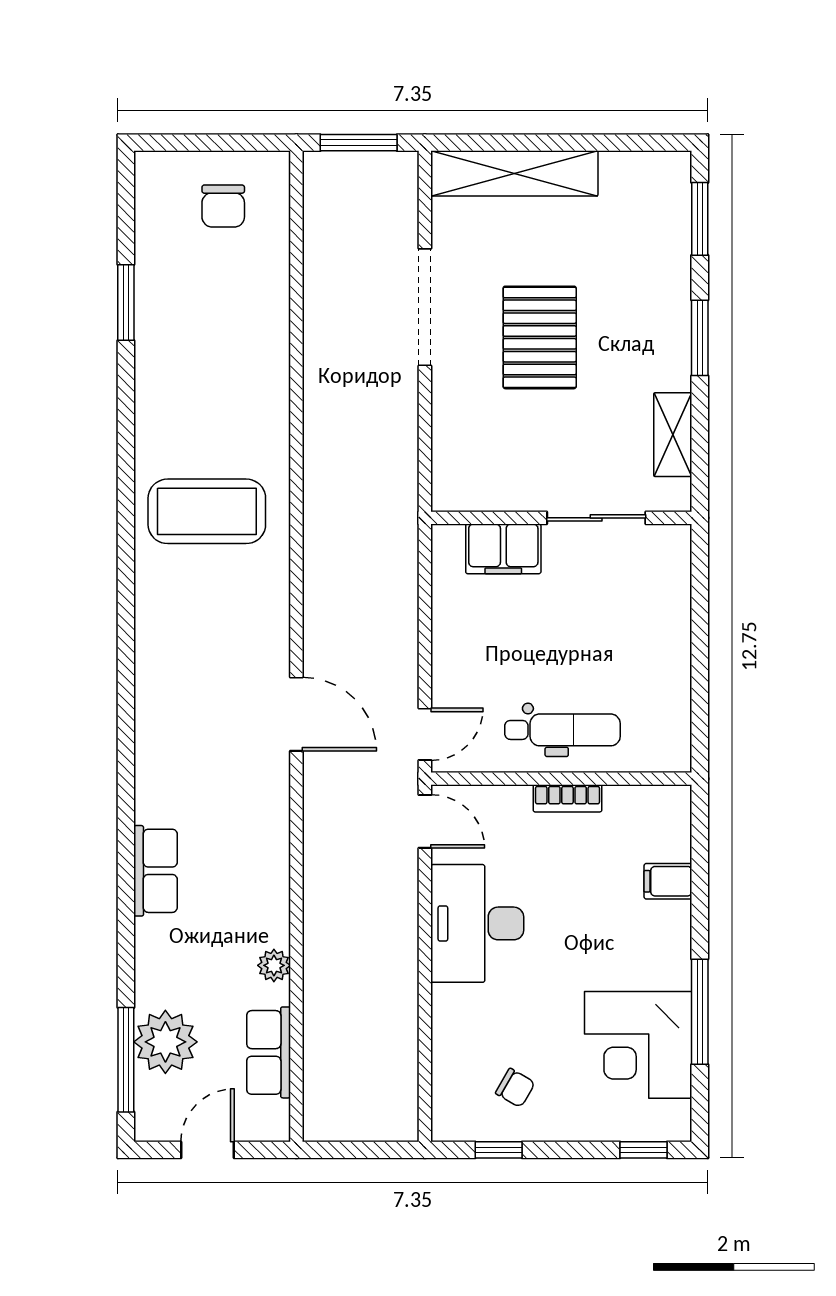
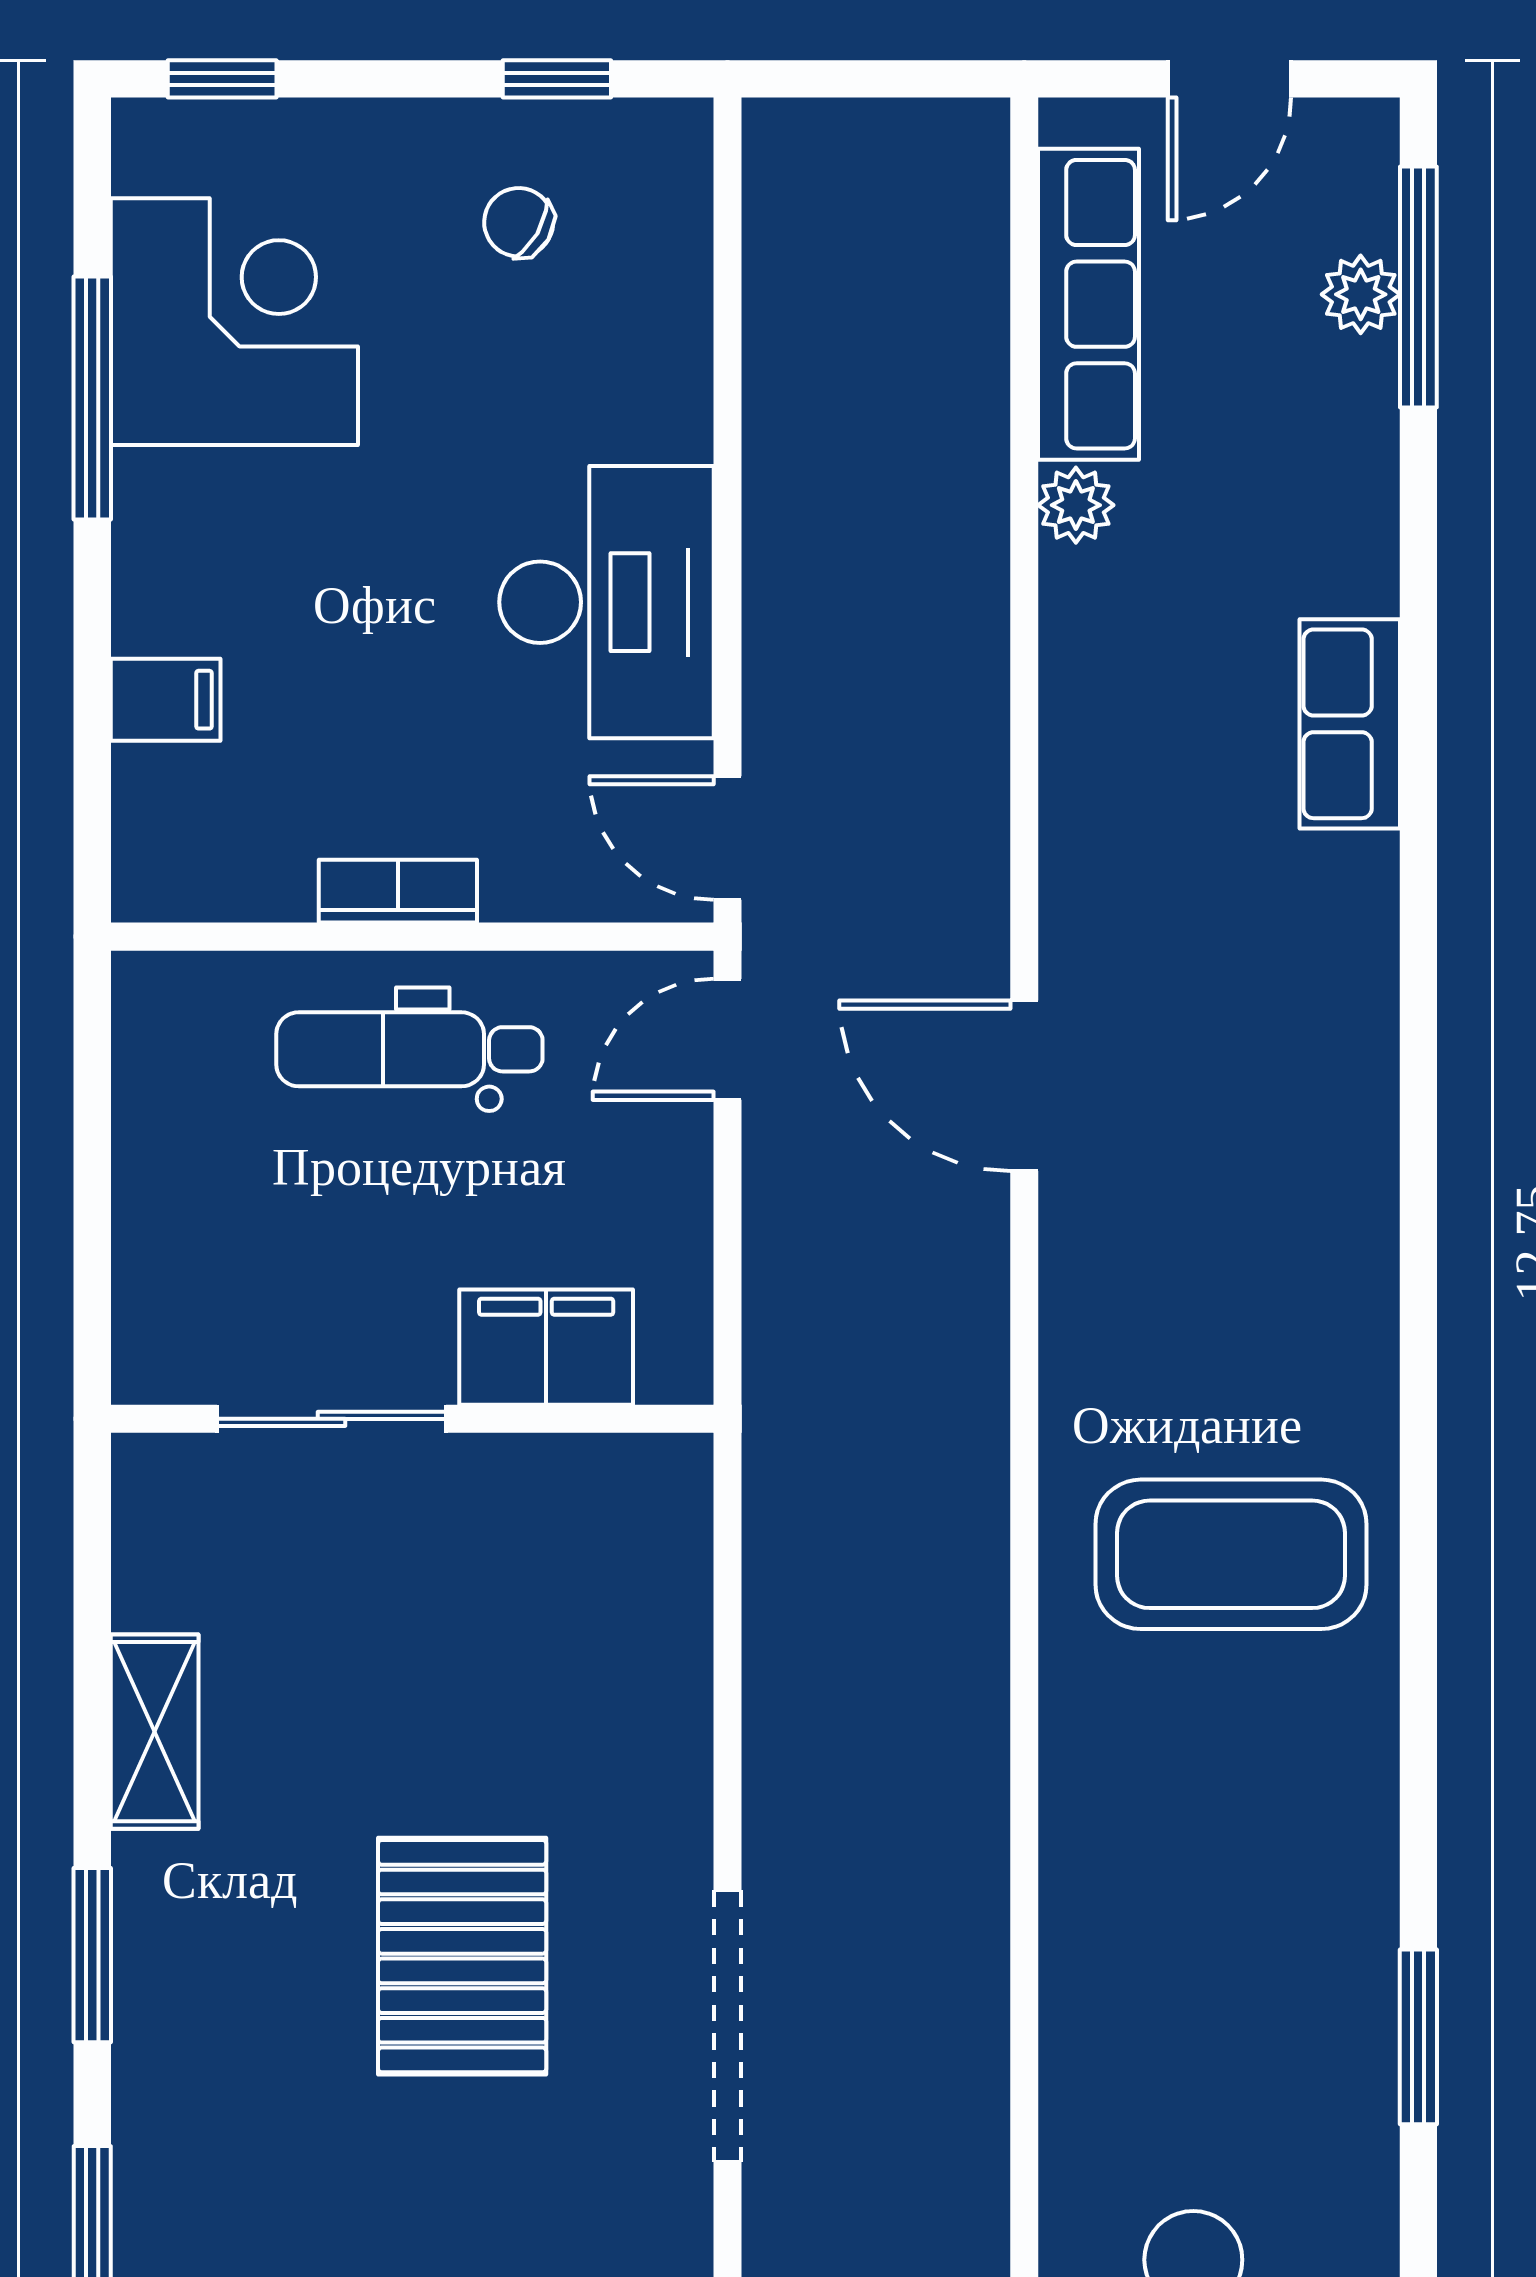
wall: (561, 518) -> (412, 1419), moved
sliding door: (596, 518) -> (332, 1419), moved
filing cabinet: (503, 549) -> (546, 1347), moved
plant: (165, 1042) -> (1361, 294), width x0.53, depth x0.53
row of seats: (269, 1052) -> (1088, 304), width x1.48

